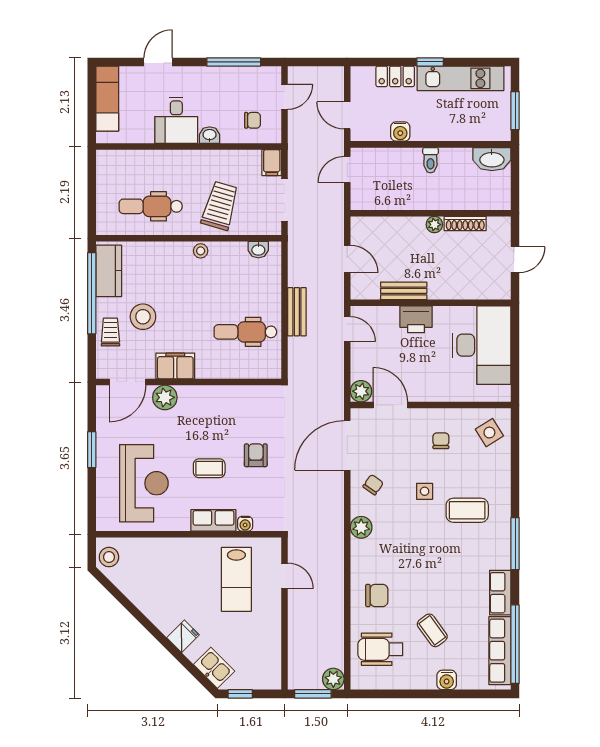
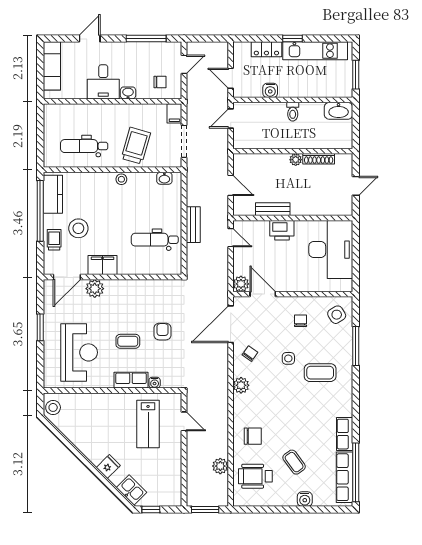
window: (515, 544) -> (356, 346), moved
plant: (333, 679) -> (220, 466), moved

